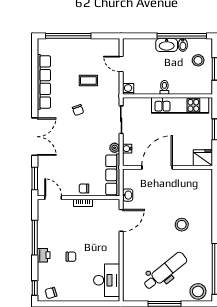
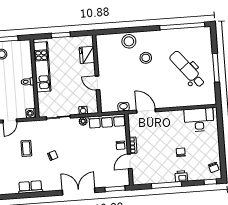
row of seats: (44, 82) -> (30, 187), width x0.50
fridge: (203, 158) -> (87, 55), moved
door: (157, 167) -> (98, 83), width x0.53
door: (53, 198) -> (130, 161), moved
stool: (198, 291) -> (129, 41), moved

